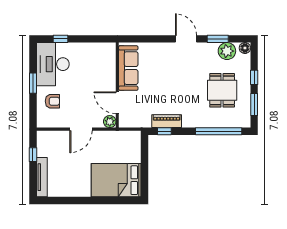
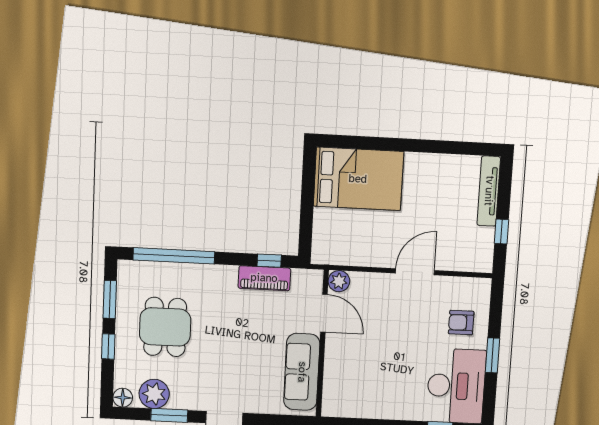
sofa: (128, 68) -> (302, 372), moved
wall: (117, 85) -> (322, 344), moved
door: (117, 103) -> (324, 313), moved
plant: (110, 122) -> (339, 281), moved

